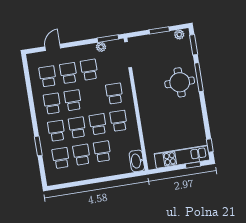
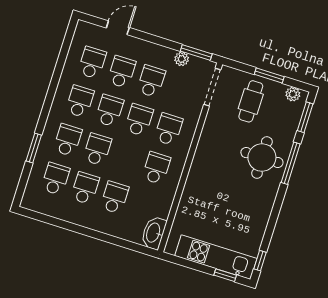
cafe table: (156, 52) -> (251, 101), added
school desk: (98, 124) -> (139, 120), moved

